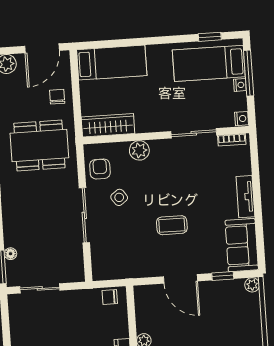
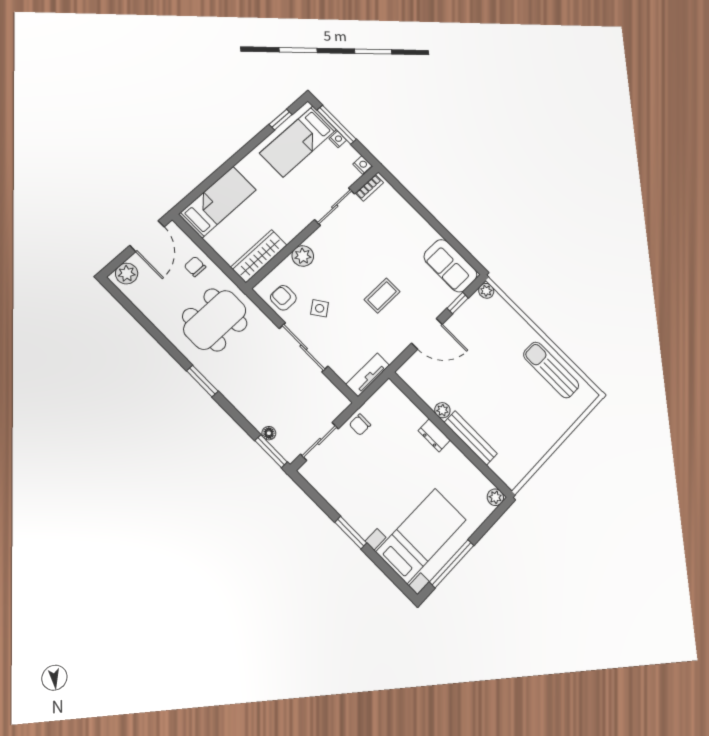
tv unit: (245, 197) -> (368, 375), moved, turned 90
chair: (110, 297) -> (360, 425), moved

